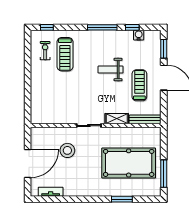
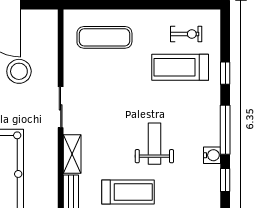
window: (47, 27) -> (225, 73), moved
water cooler: (139, 35) -> (212, 155), moved
exercise mat: (47, 99) -> (104, 37), added

